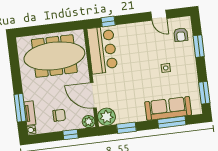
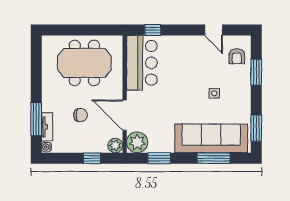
meeting table: (54, 56) -> (84, 63), width x0.73
sofa: (168, 108) -> (211, 138), width x1.36, depth x1.27
chair: (59, 115) -> (80, 115), moved

